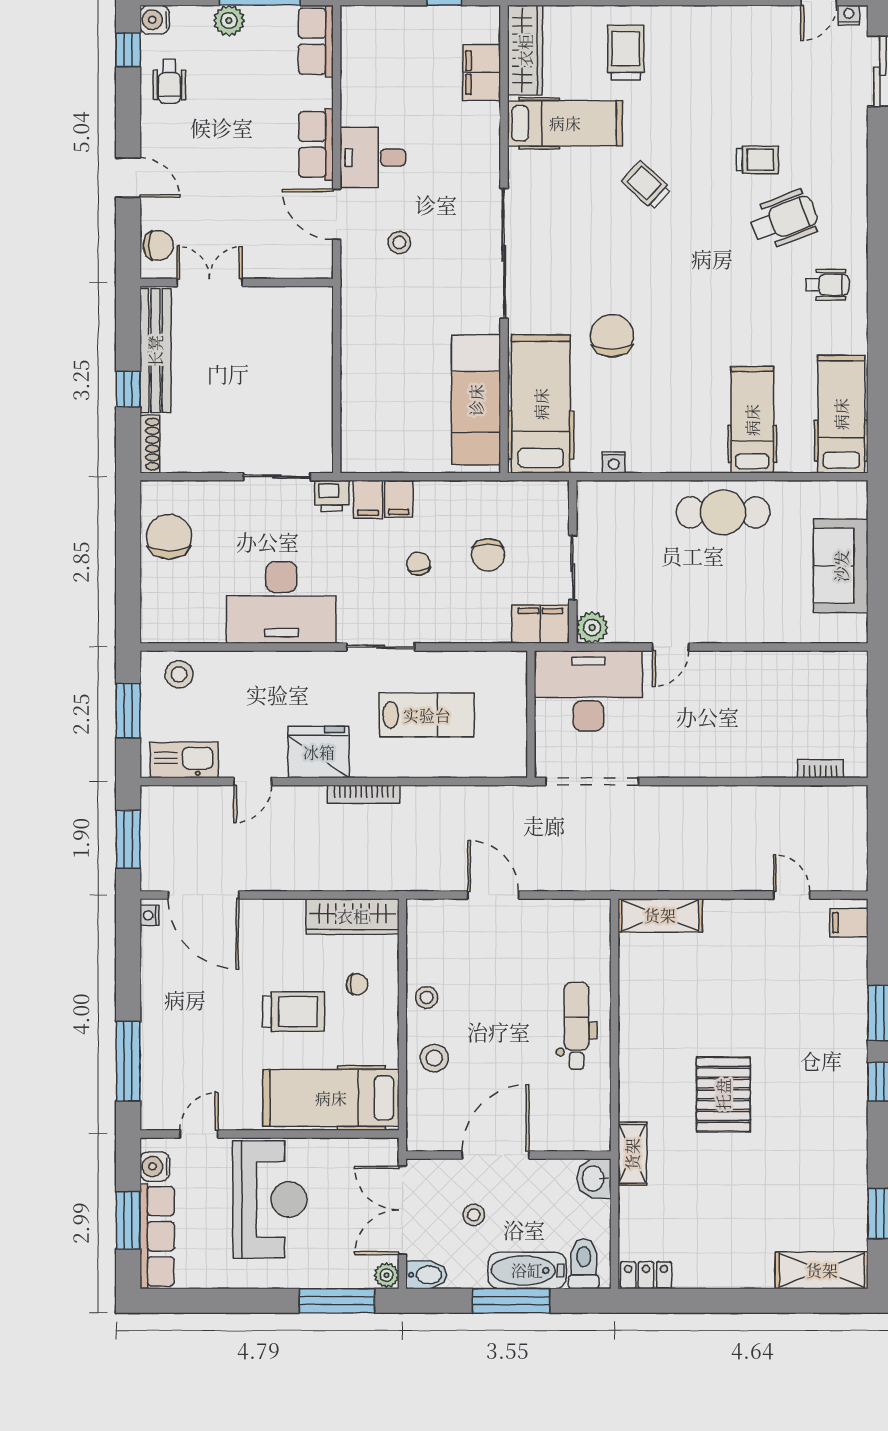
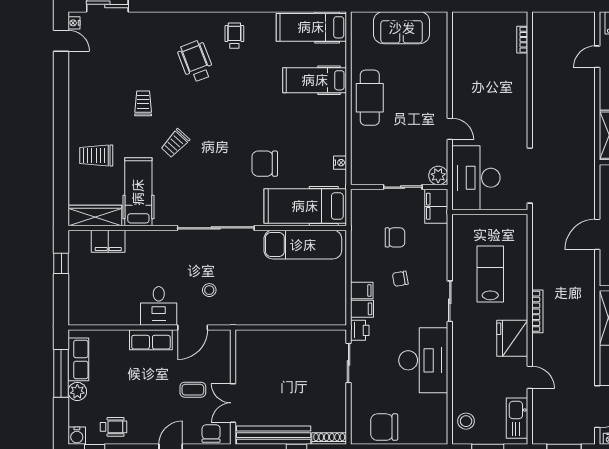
row of seats: (316, 41) -> (78, 359), moved, turned -90
trolley: (757, 160) -> (143, 103), moved
coffee table: (232, 215) -> (193, 390), added

